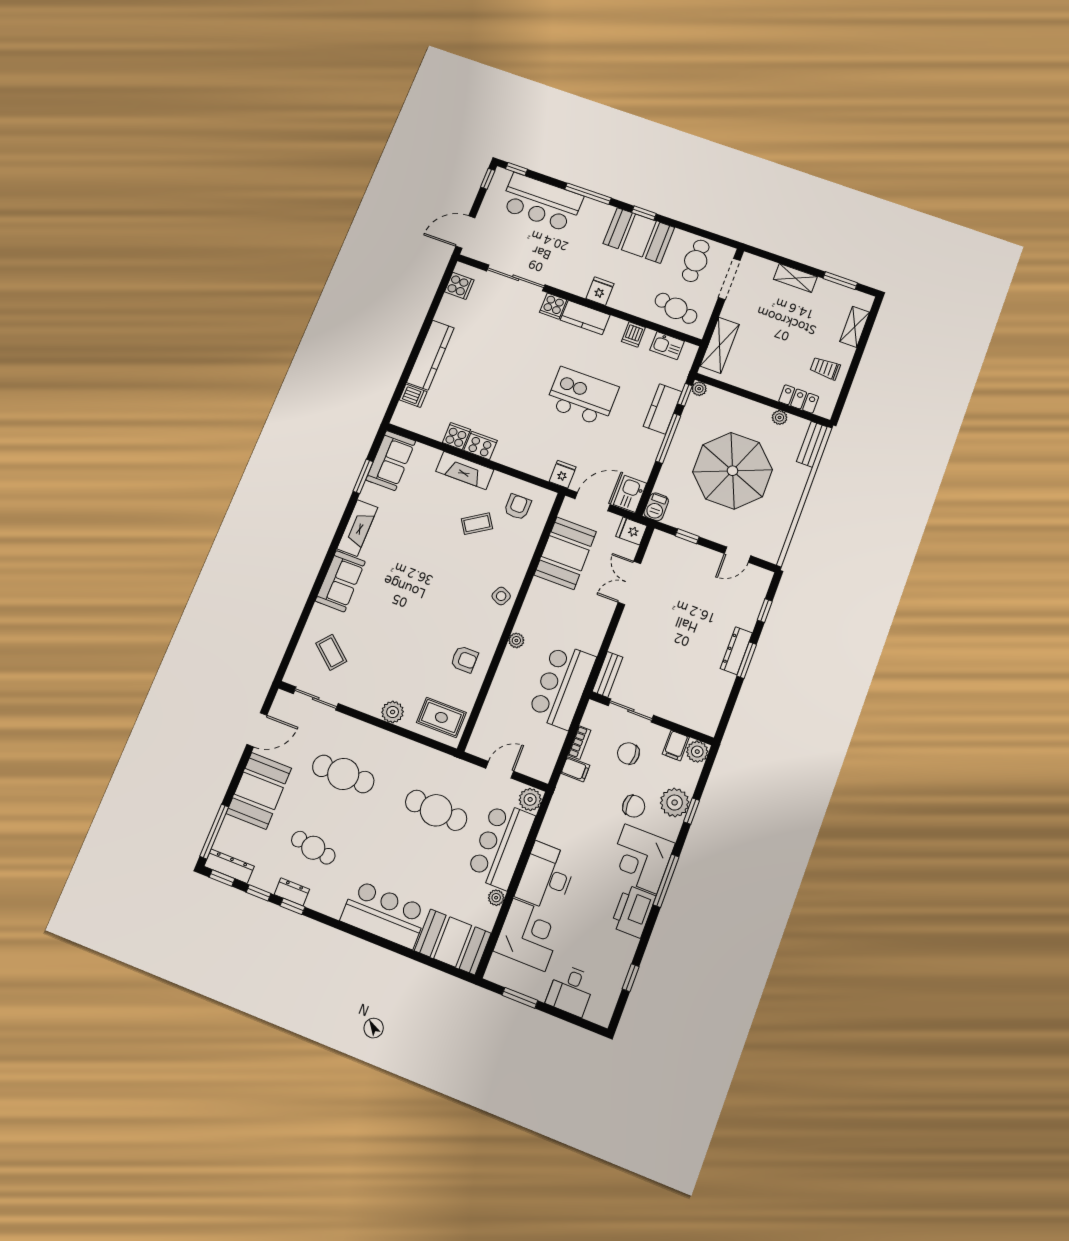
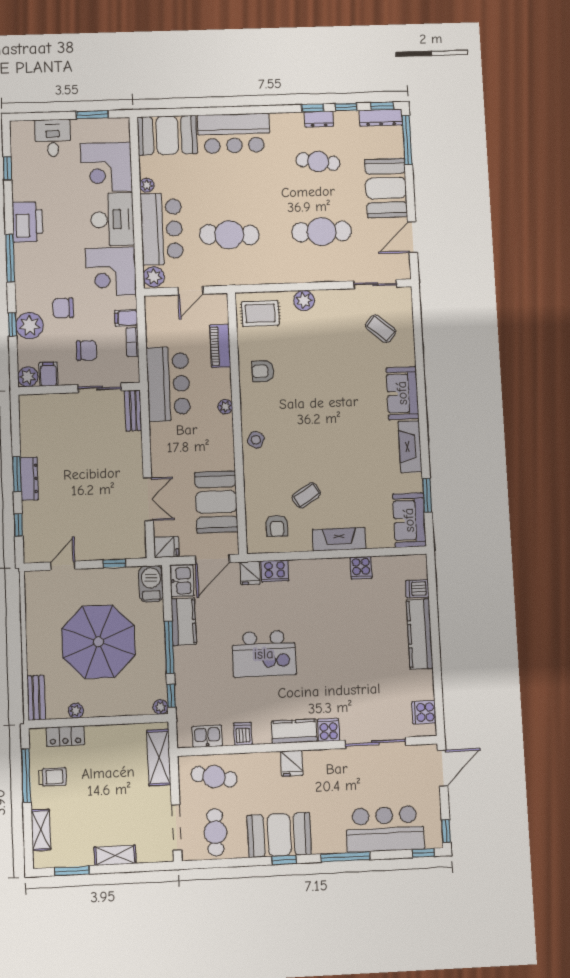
window: (849, 379) -> (26, 776), added
kitchen counter: (663, 409) -> (184, 622), moved
cooker: (480, 445) -> (275, 571), moved
barbecue: (656, 507) -> (151, 584), width x1.38, depth x1.27
piano: (495, 702) -> (220, 346), added
corner desk: (641, 859) -> (111, 272), moved, turned 180

